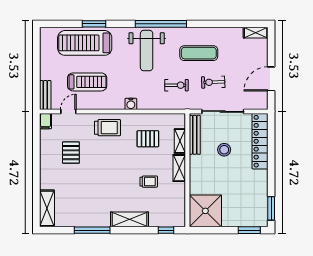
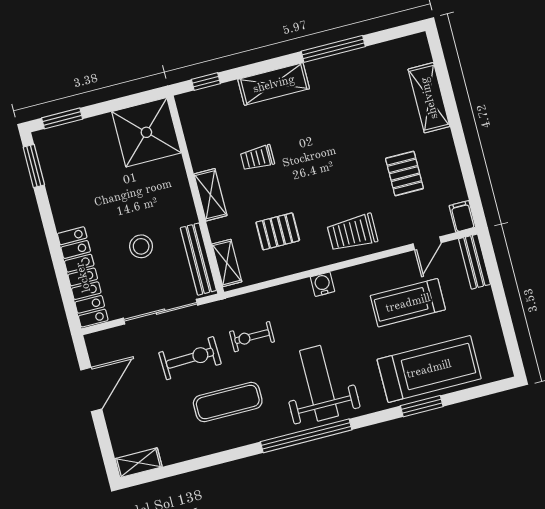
exercise bike: (213, 82) -> (190, 358), width x1.38, depth x1.39
shelving: (180, 141) -> (227, 263), moved
shelving: (47, 208) -> (429, 98), moved

